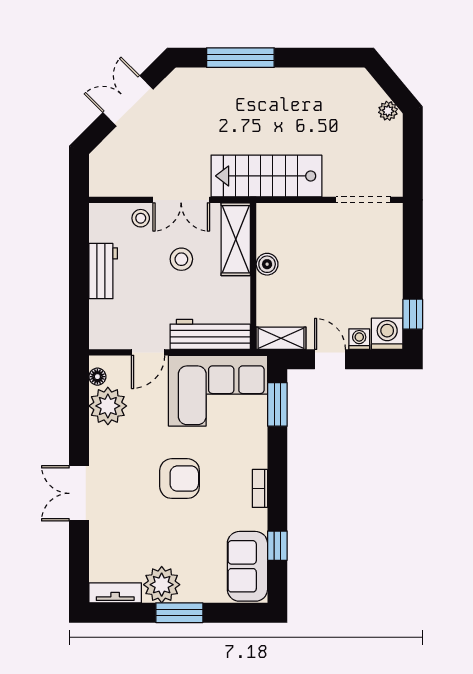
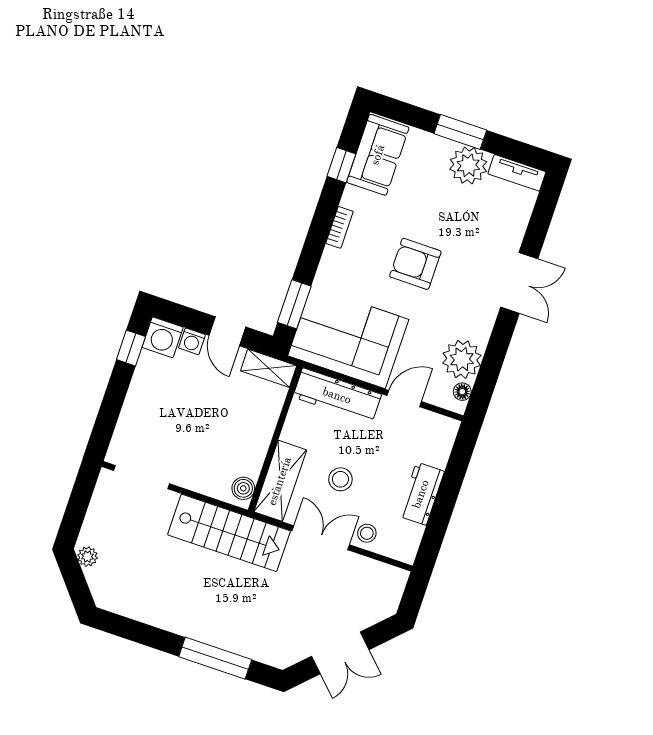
boiler: (267, 264) -> (243, 488), moved

